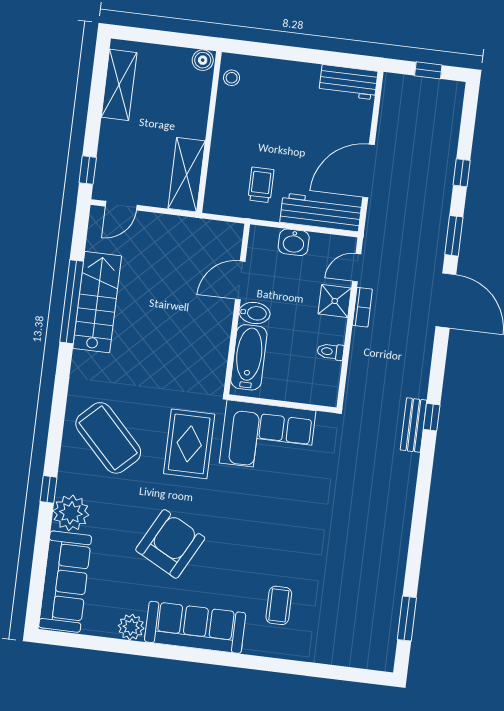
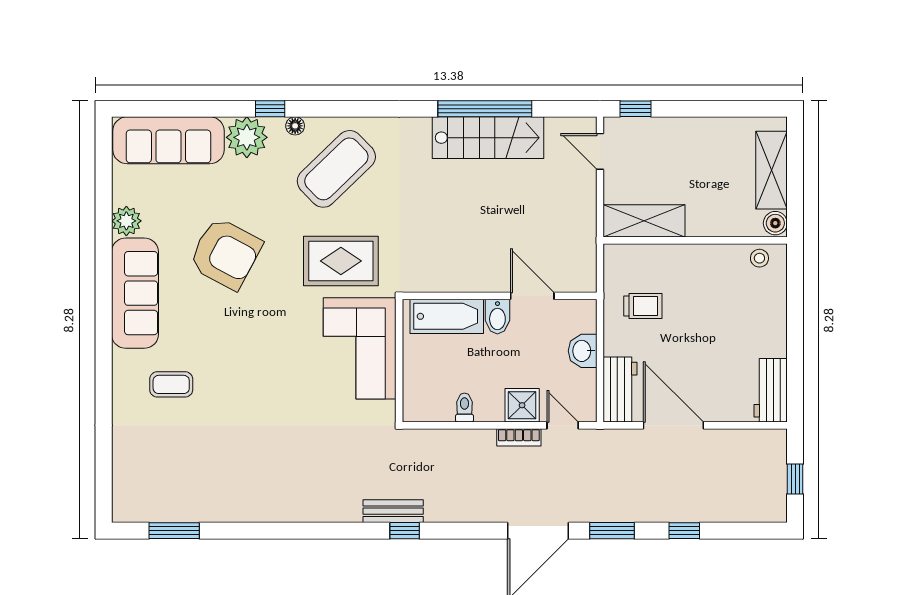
shelving: (119, 85) -> (771, 170), moved, turned 90
workbench: (321, 212) -> (620, 390), width x0.73
floor lamp: (66, 469) -> (295, 126), added

